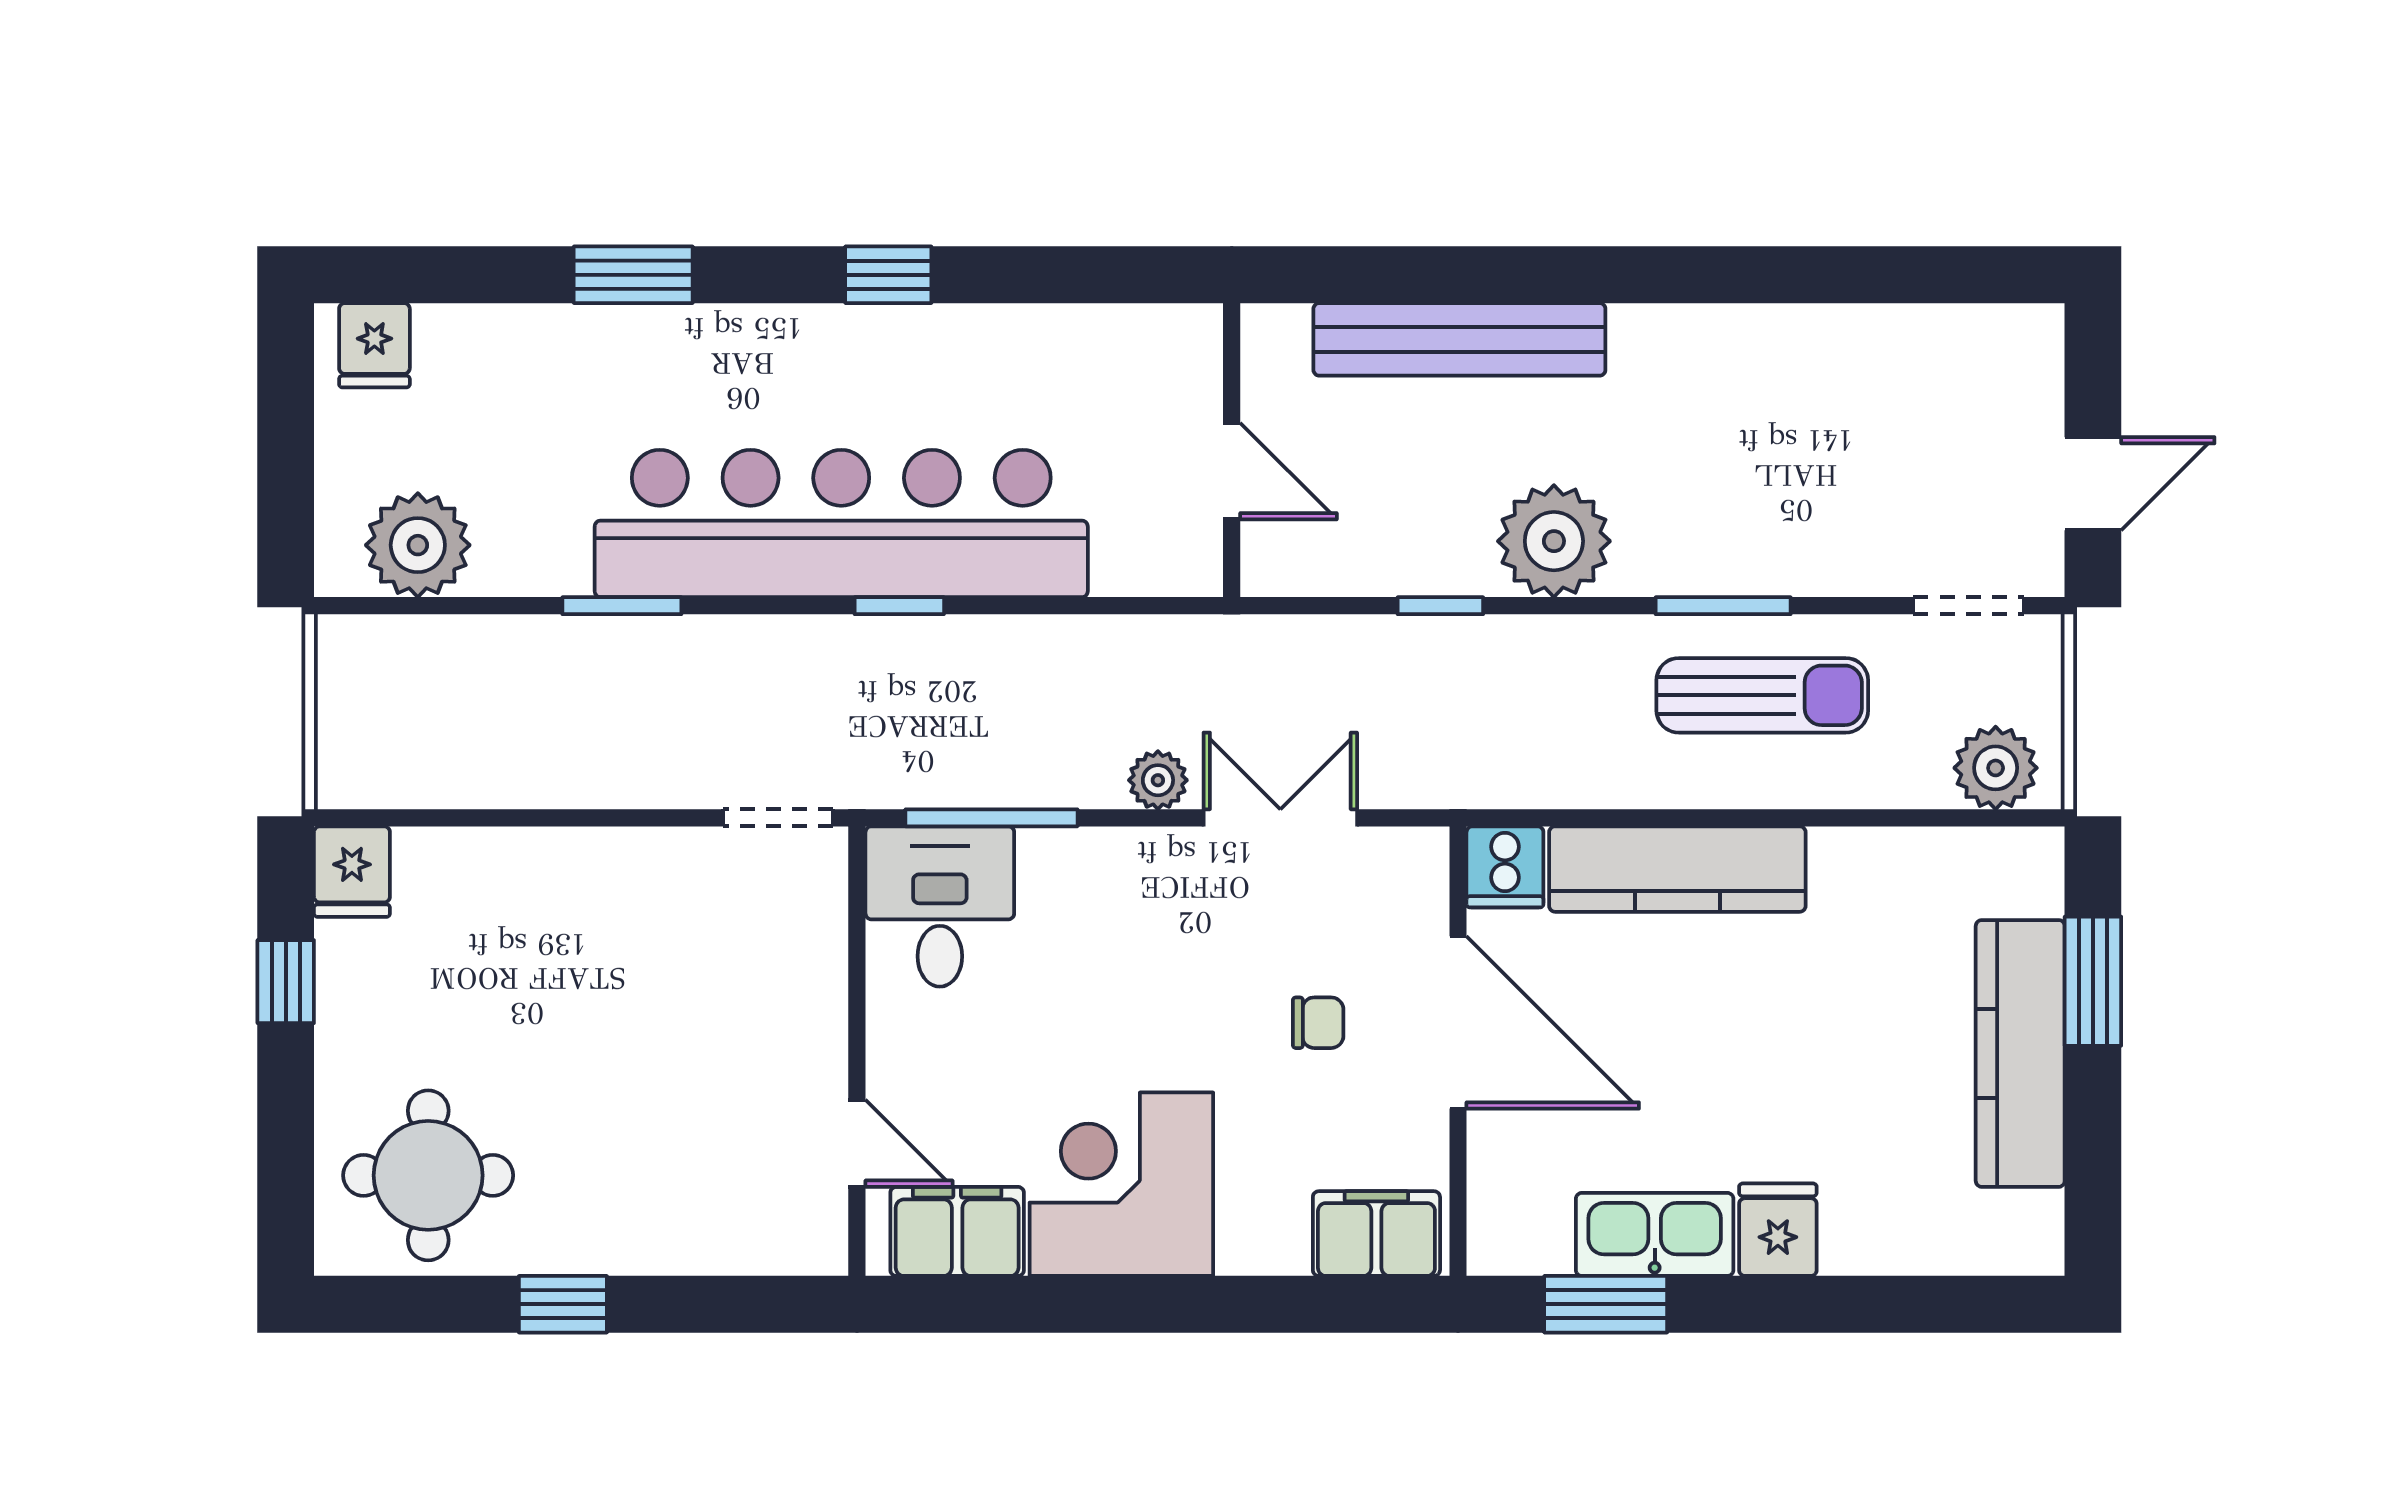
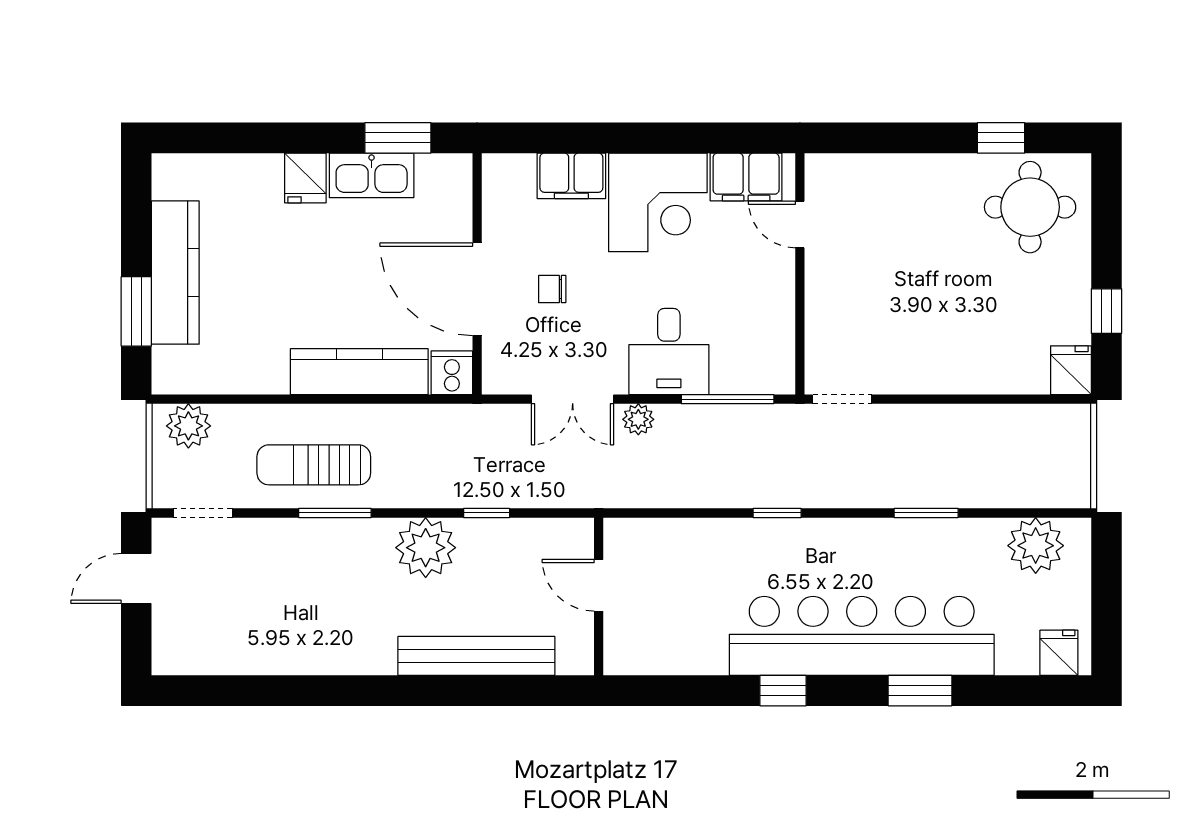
bar counter: (841, 524) -> (862, 636), moved, turned 180
desk: (940, 907) -> (669, 351), moved
filing cabinet: (1376, 1234) -> (571, 176), moved
window: (563, 1304) -> (1001, 138), moved

